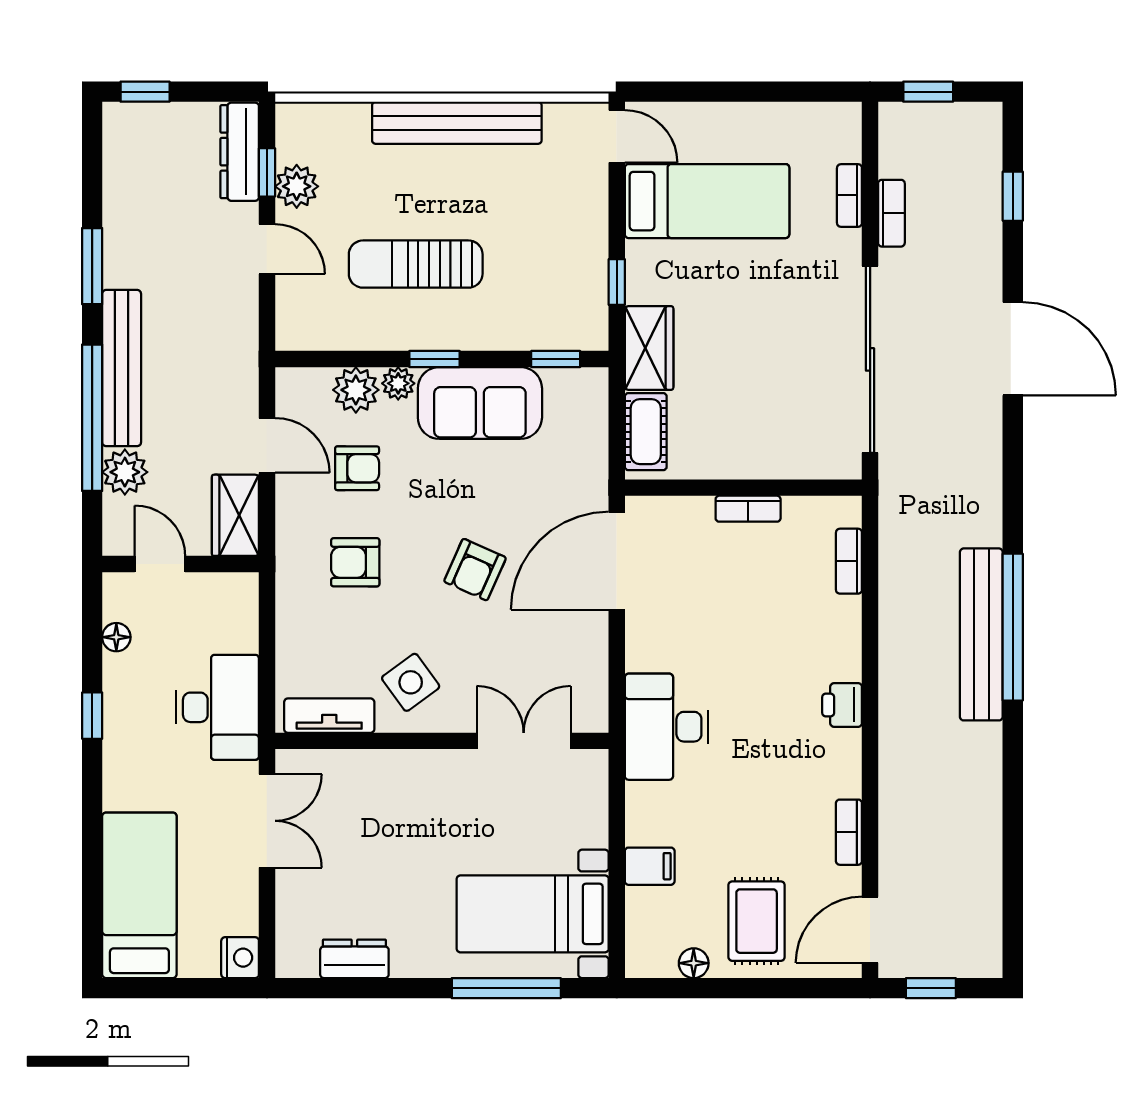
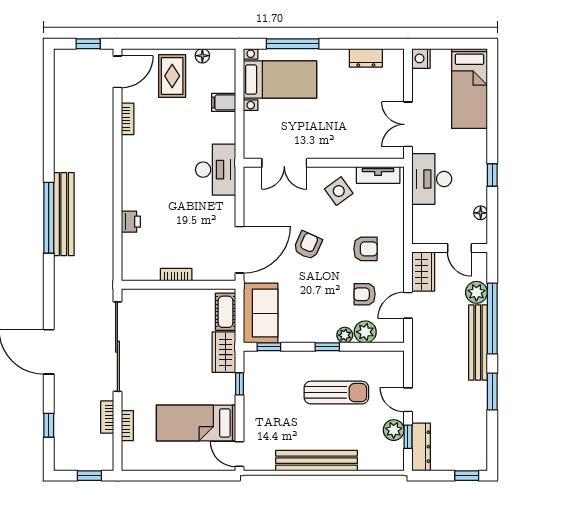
sofa: (480, 403) -> (261, 313), moved, turned 90
door: (267, 445) -> (408, 305), hinge flipped
bookcase: (849, 561) -> (128, 249), removed
printer: (842, 705) -> (131, 222), moved

